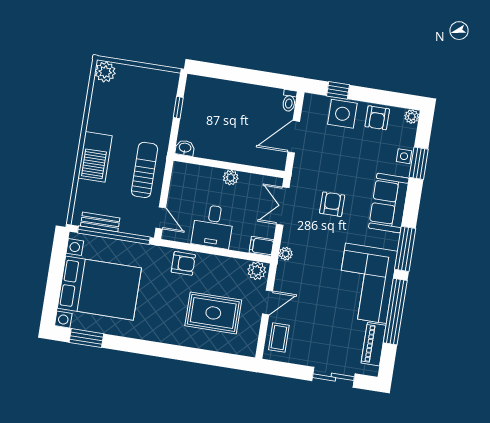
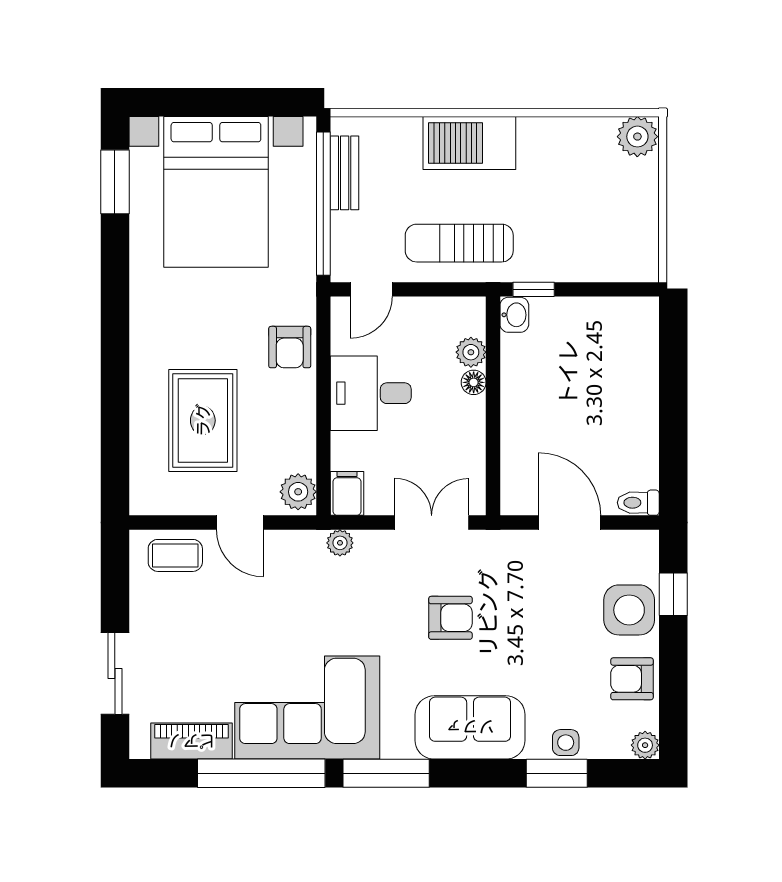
window: (178, 107) -> (534, 289), moved
sun lounger: (145, 170) -> (459, 243), turned 180
floor lamp: (216, 174) -> (474, 382), added
plant: (231, 178) -> (471, 352), moved

